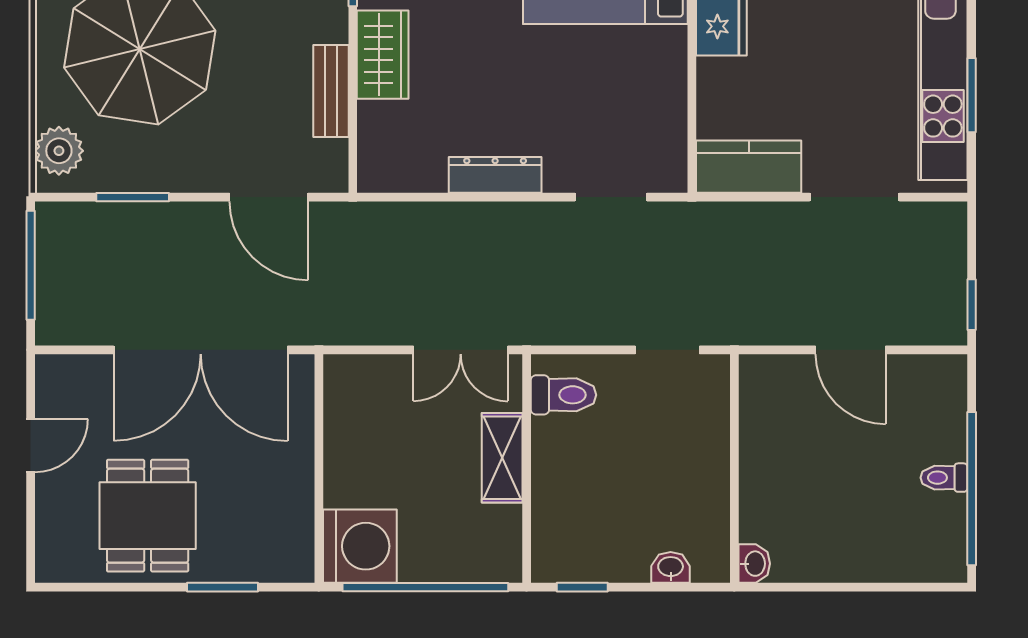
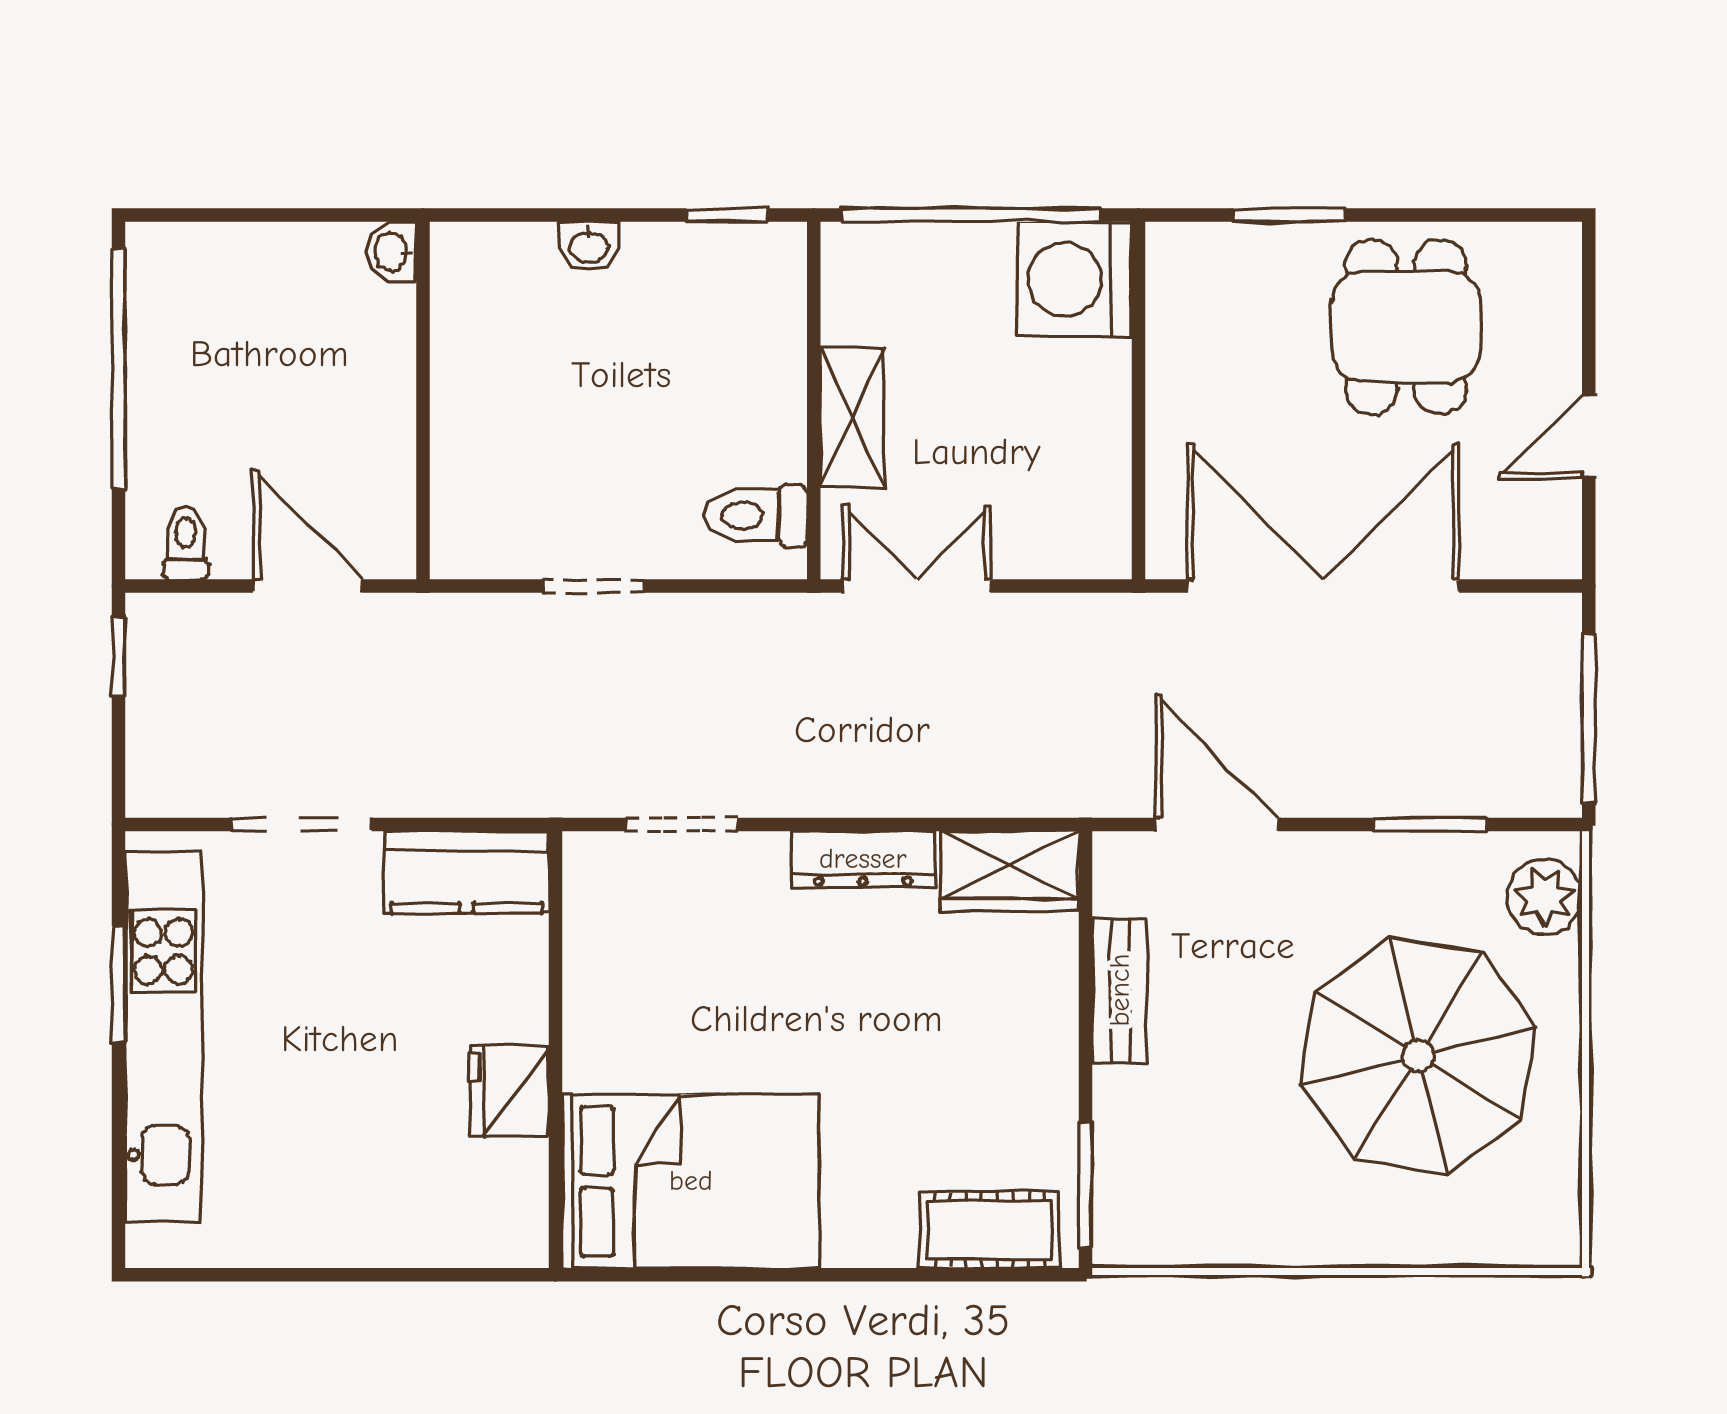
wardrobe: (383, 55) -> (1010, 871), moved, turned -90
wall: (734, 468) -> (423, 400), moved
toilet: (944, 478) -> (186, 543), moved, turned -90
washbasin: (754, 564) -> (392, 252), moved

